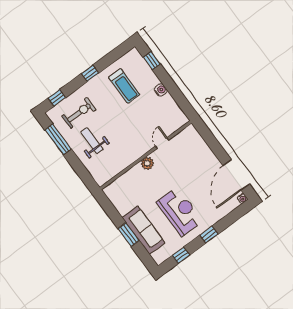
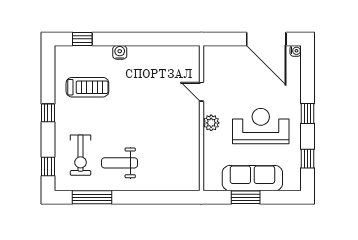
exercise bike: (79, 113) -> (81, 155), turned 180
door: (162, 143) -> (201, 92), moved
wall: (146, 155) -> (201, 118), moved
plant: (147, 163) -> (211, 123), moved

